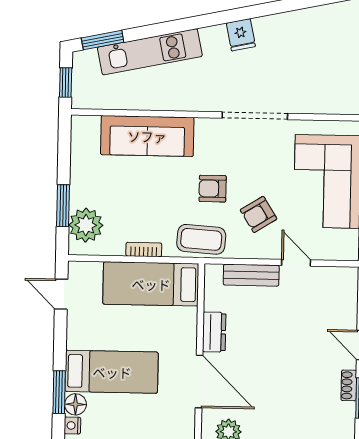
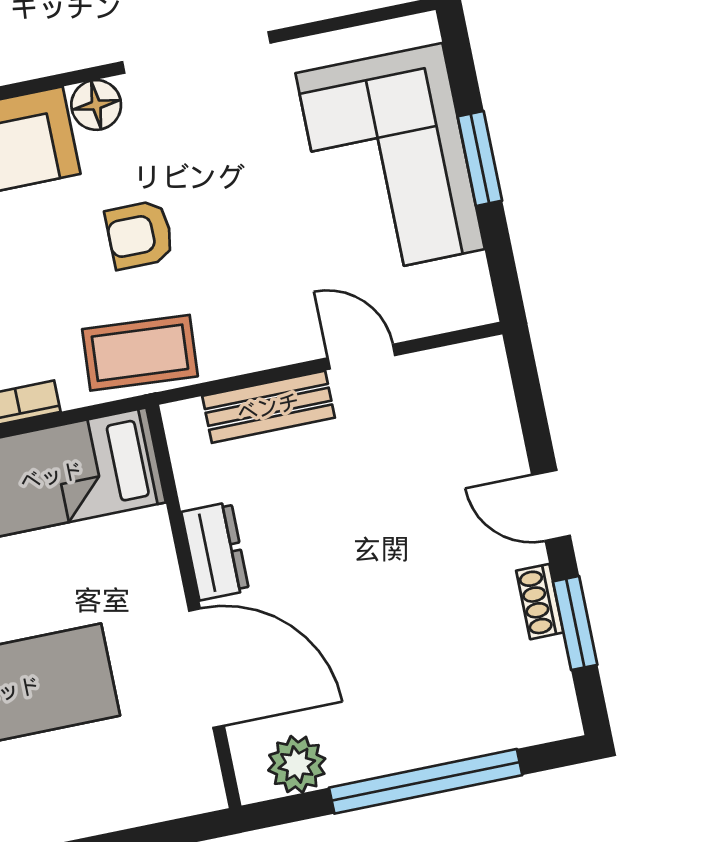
floor lamp: (207, 129) -> (96, 105), added
armchair: (259, 214) -> (254, 269), removed

